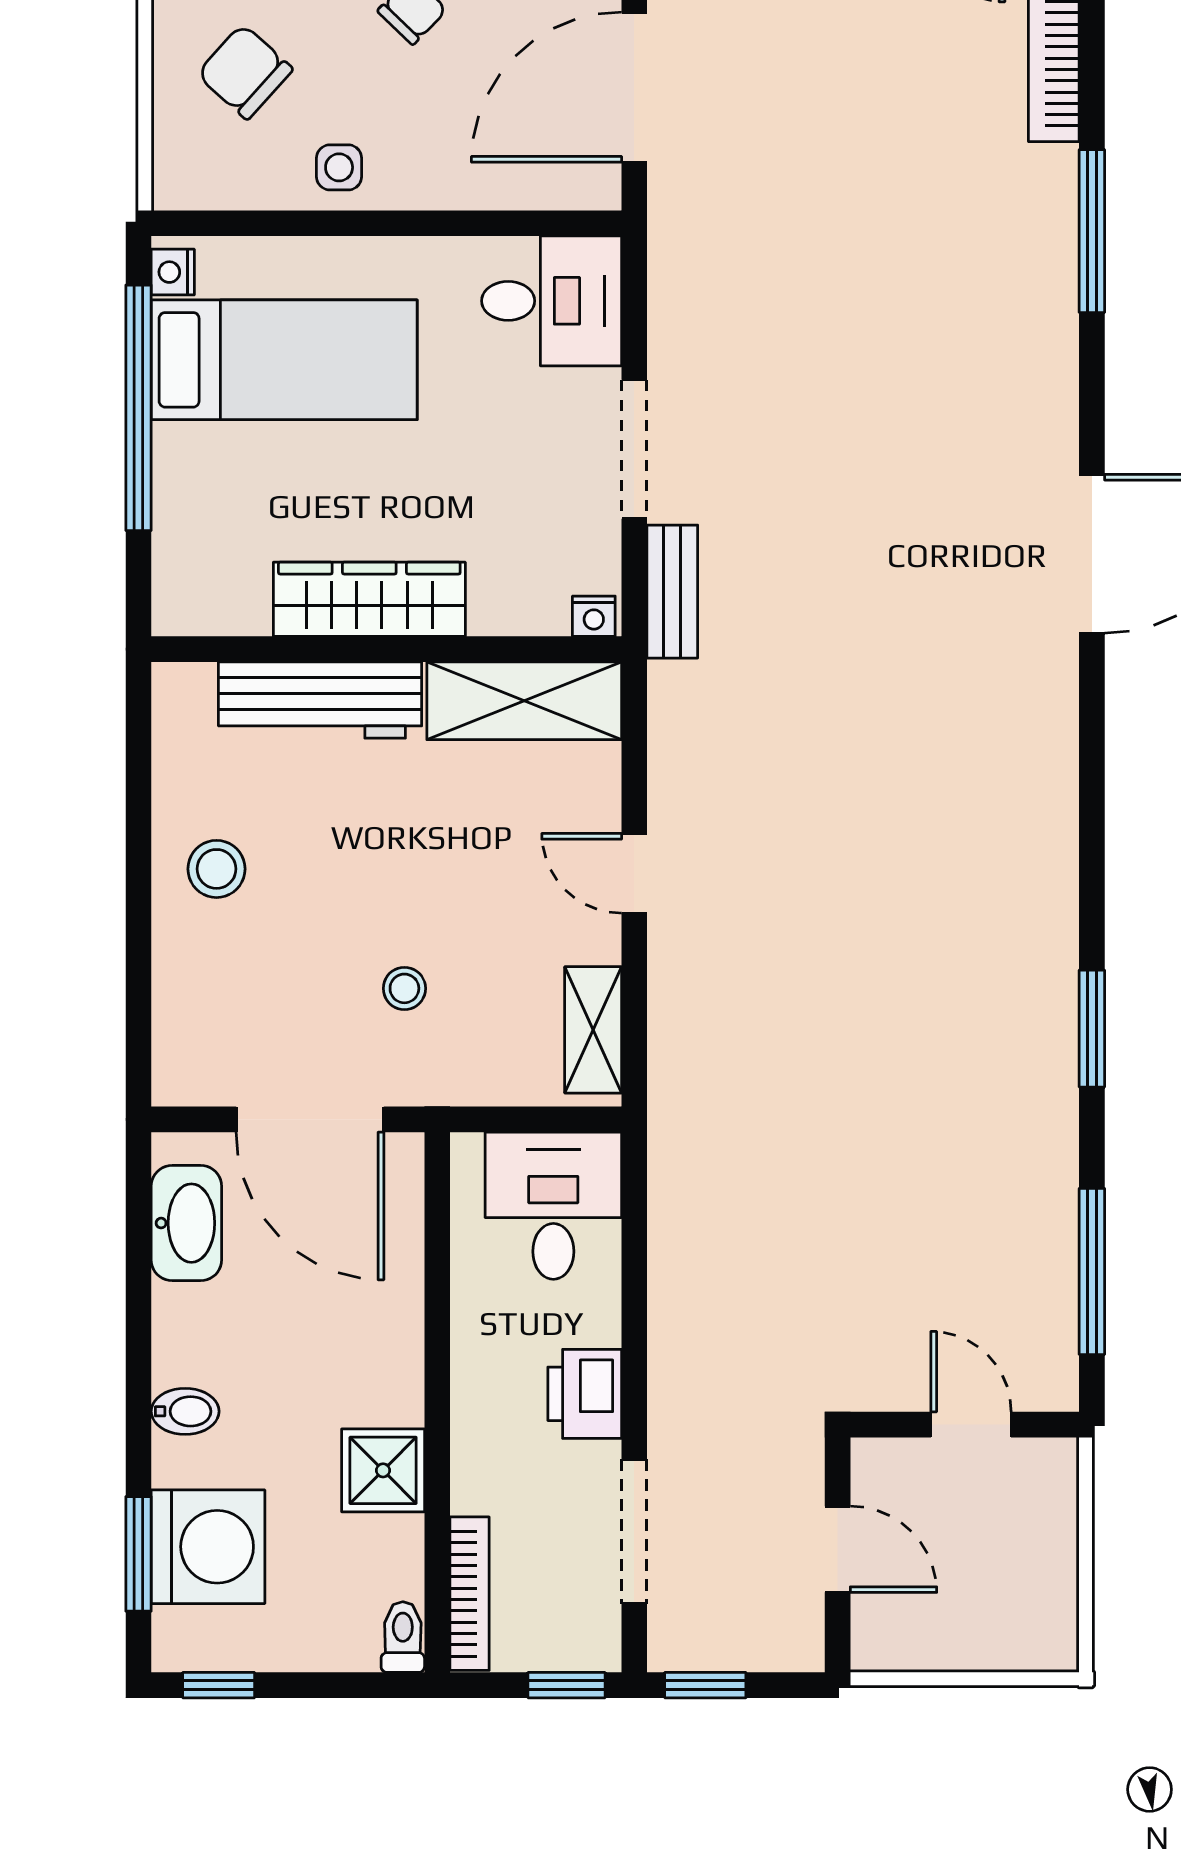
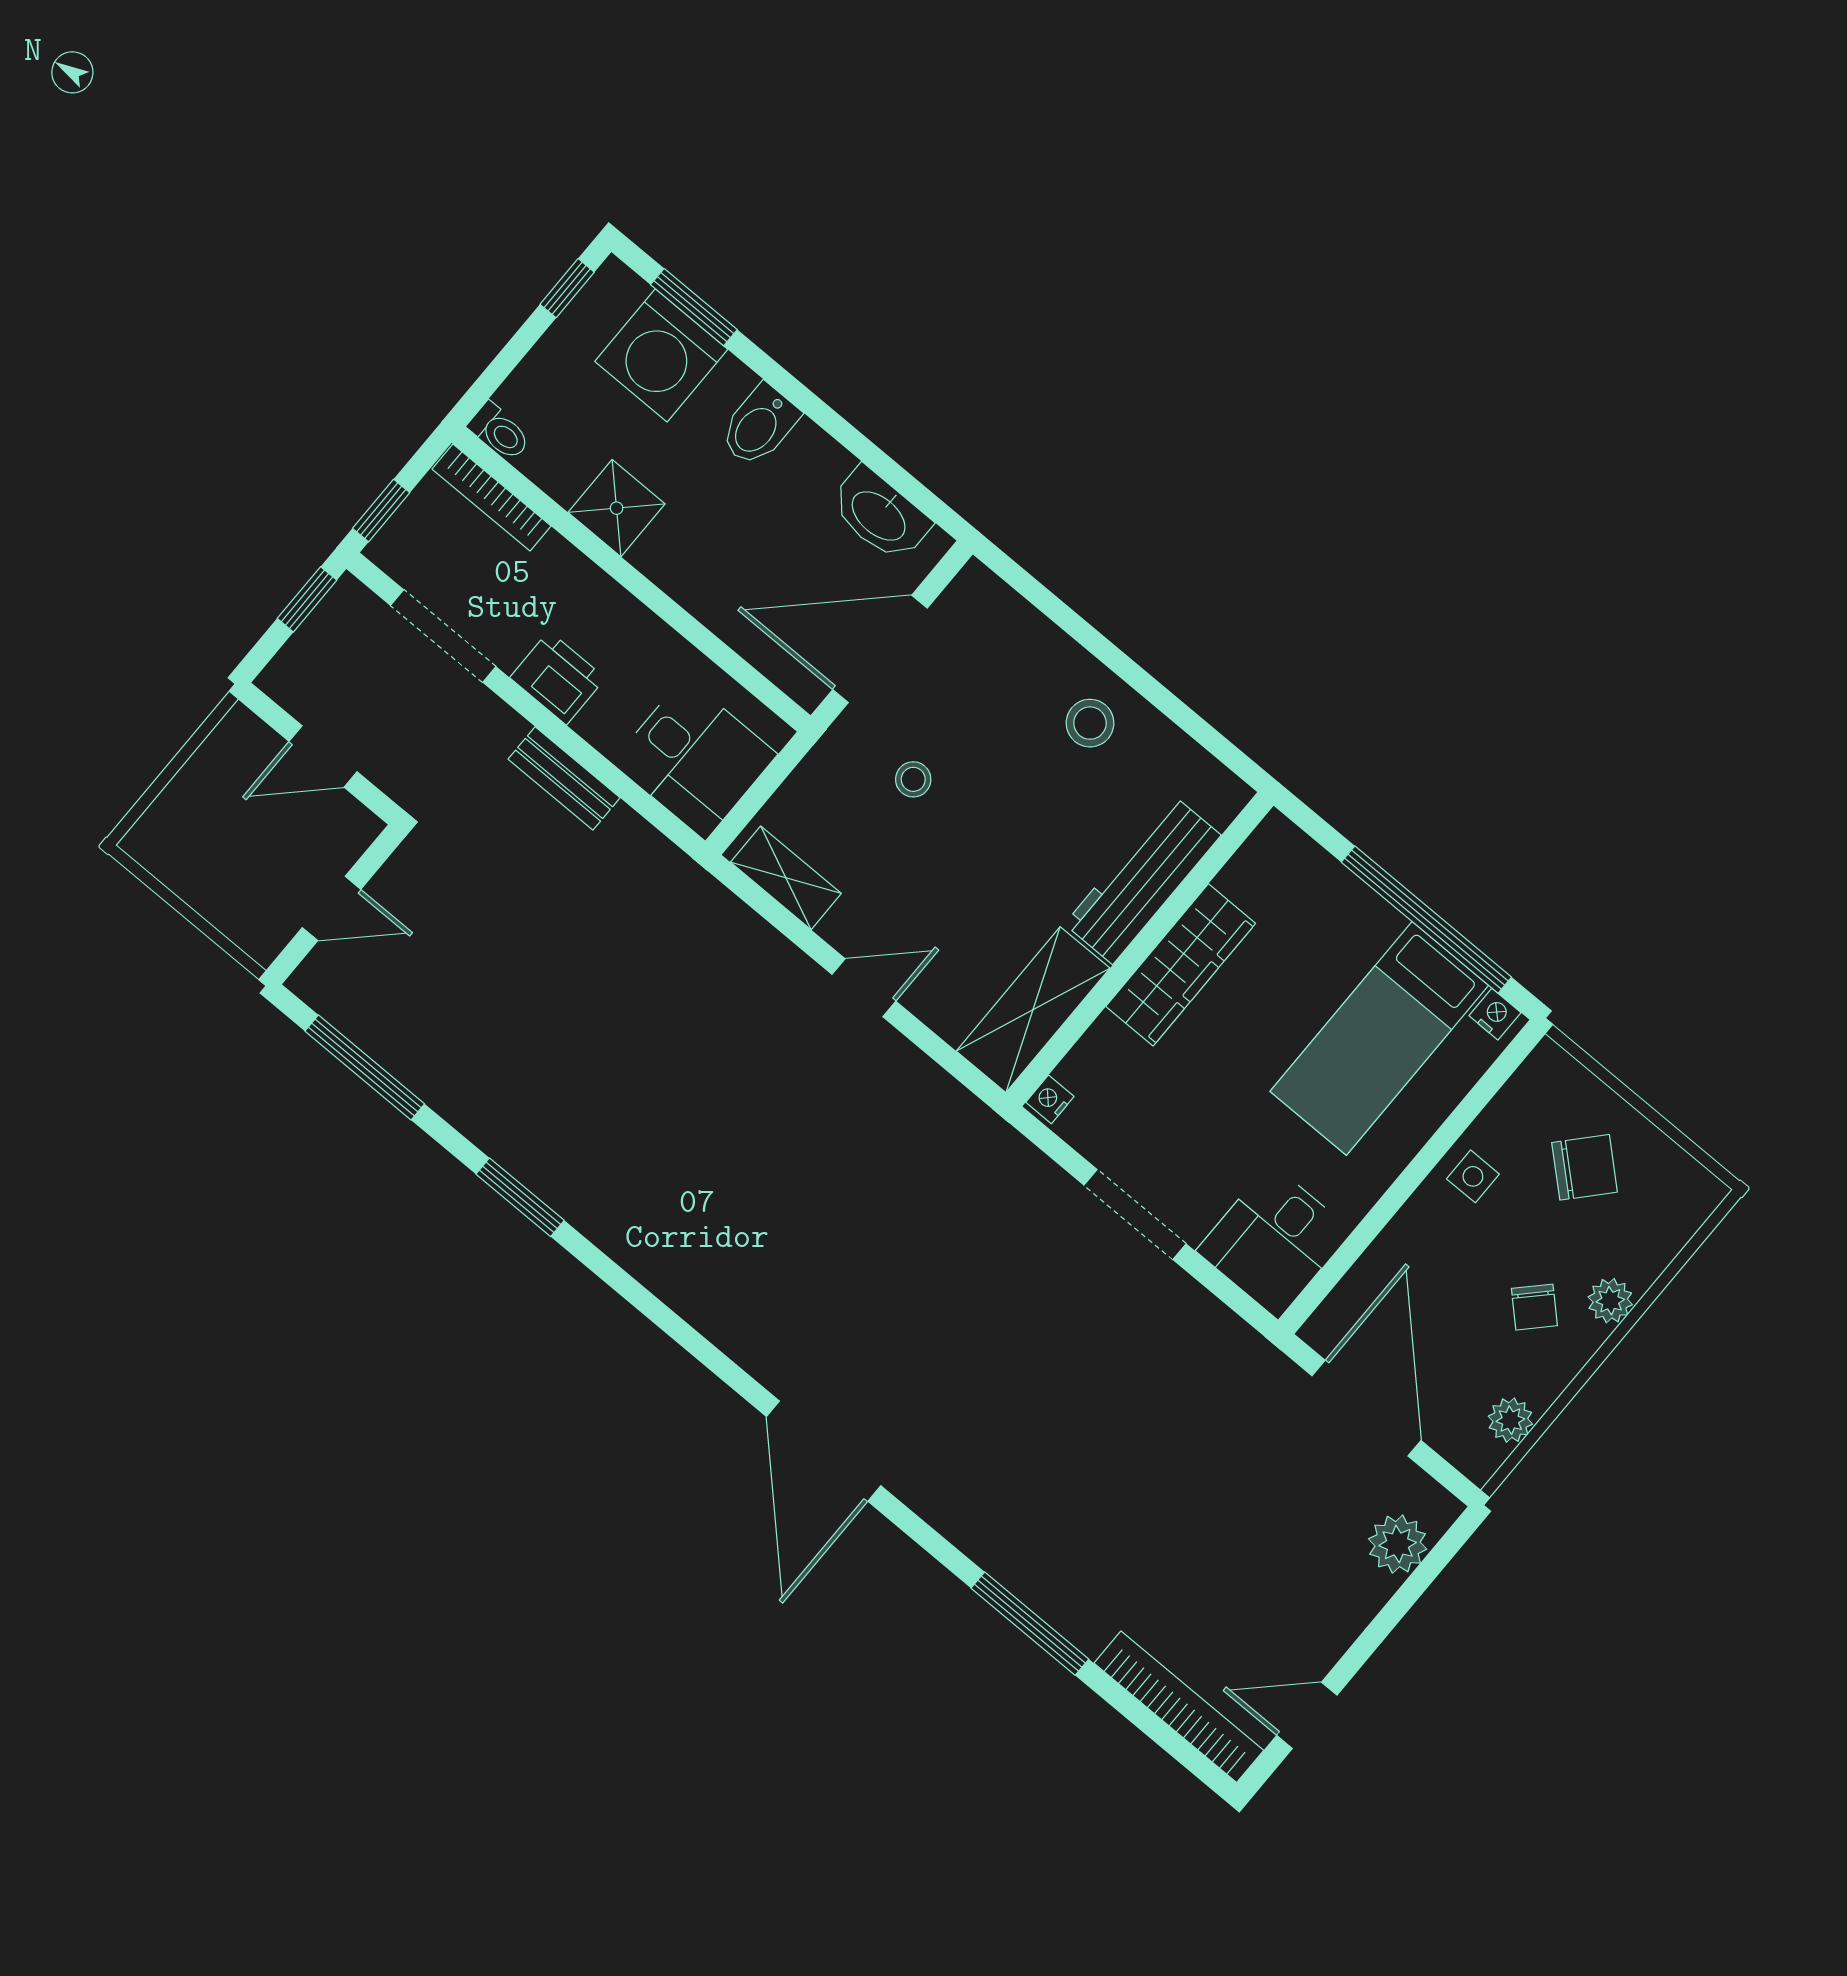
bench: (672, 592) -> (564, 778), moved
bidet: (185, 1411) -> (759, 426), width x1.38, depth x1.36

